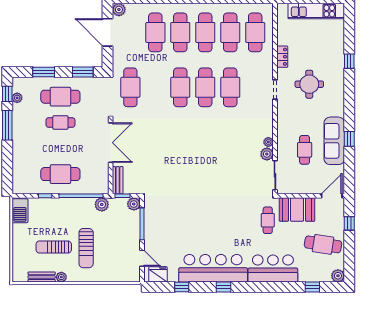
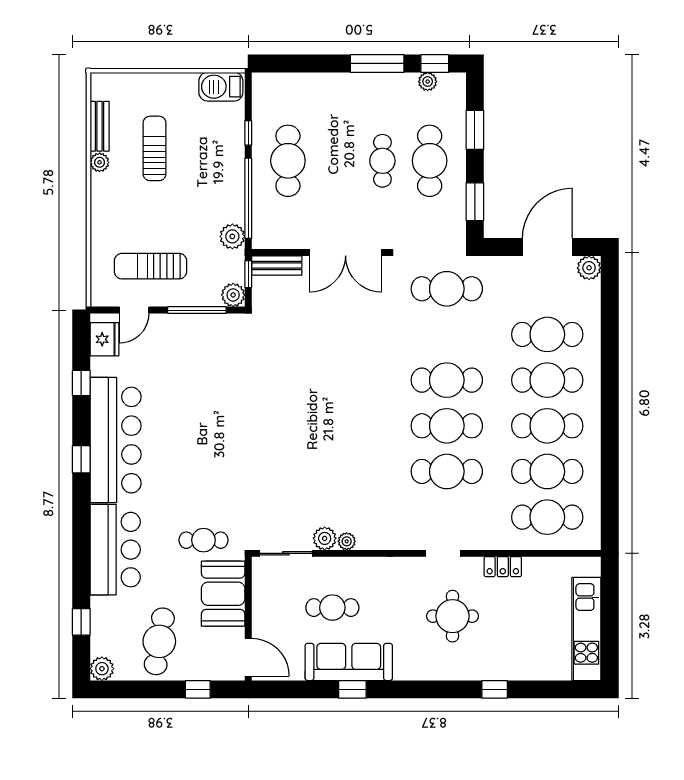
sun lounger: (86, 248) -> (151, 266), moved

